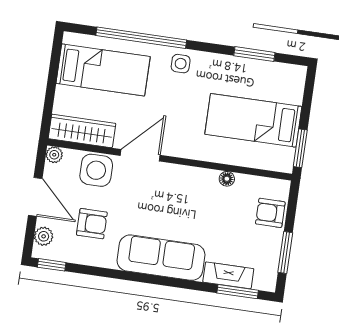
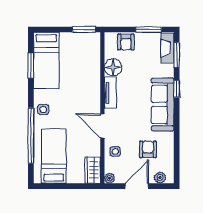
bed: (253, 120) -> (46, 60), moved
wardrobe: (82, 131) -> (93, 170), width x0.67
side table: (96, 170) -> (115, 151), width x0.54, depth x0.54
tv unit: (192, 176) -> (110, 93), added
floor lamp: (227, 179) -> (113, 67), width x1.89, depth x1.89
window: (52, 265) -> (177, 89), moved
fireplace: (228, 275) -> (167, 48), moved

